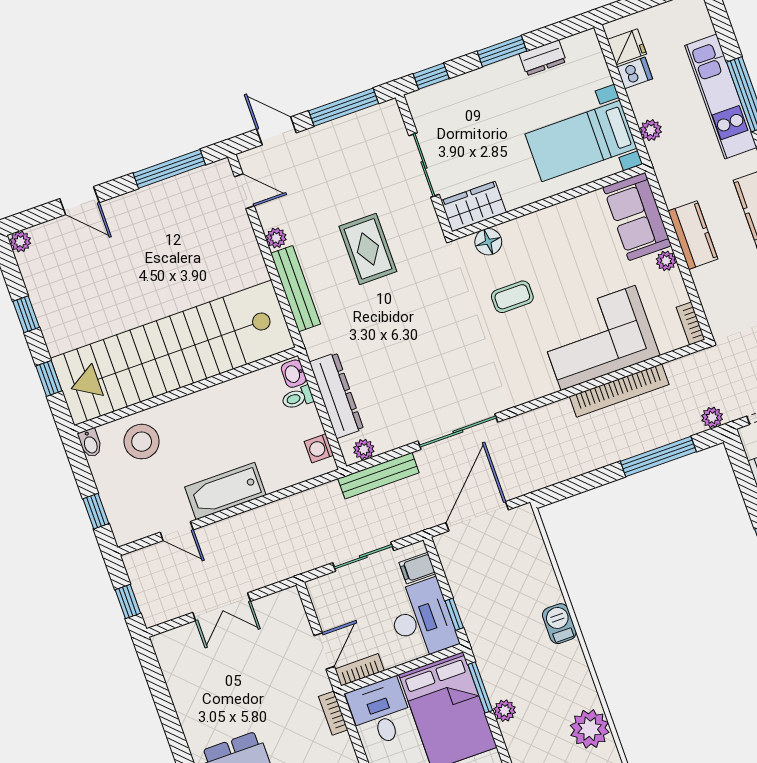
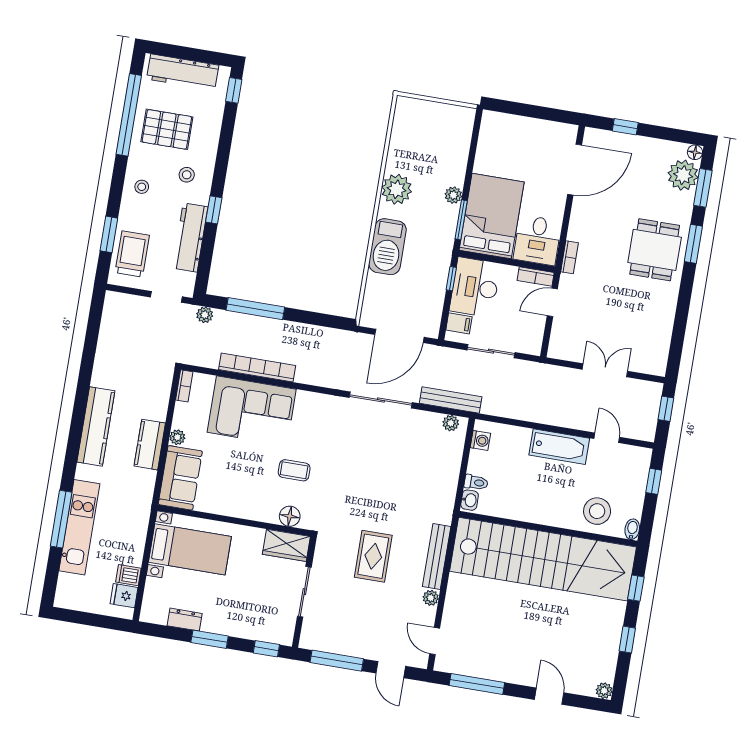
plant: (651, 130) -> (139, 531), removed
dresser: (336, 395) -> (449, 469), removed
barbecue: (559, 624) -> (387, 247), width x1.88, depth x1.53
plant: (590, 729) -> (397, 189), moved

